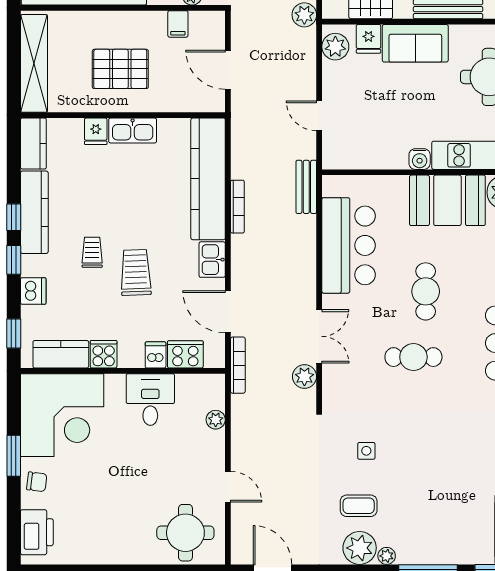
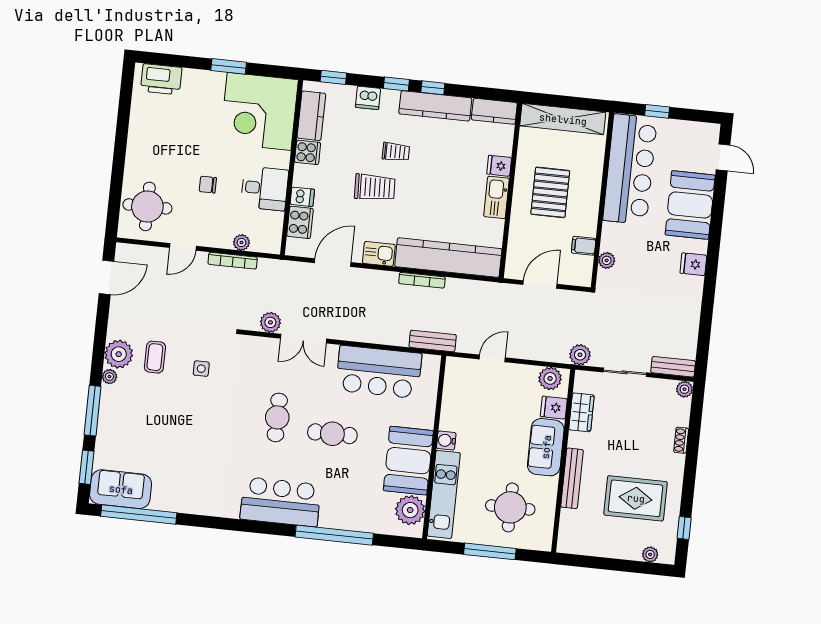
bookcase: (238, 365) -> (233, 261), moved
chair: (37, 482) -> (208, 185), moved, turned 83

